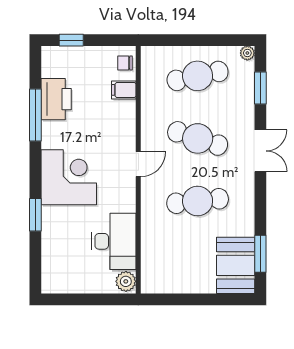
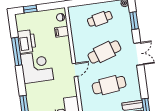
cafe table: (198, 76) -> (100, 19), width x0.73, depth x0.74
cafe table: (198, 138) -> (104, 52), turned -36
corner desk: (69, 177) -> (37, 67), moved

